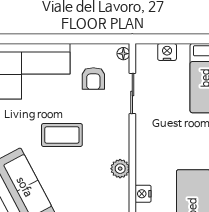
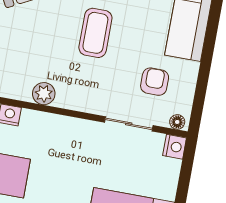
nightstand: (167, 52) -> (175, 147), moved
armchair: (93, 79) -> (155, 82), turned 90

